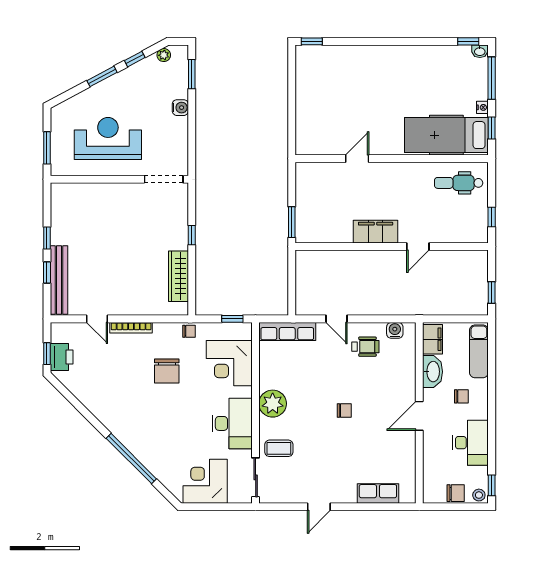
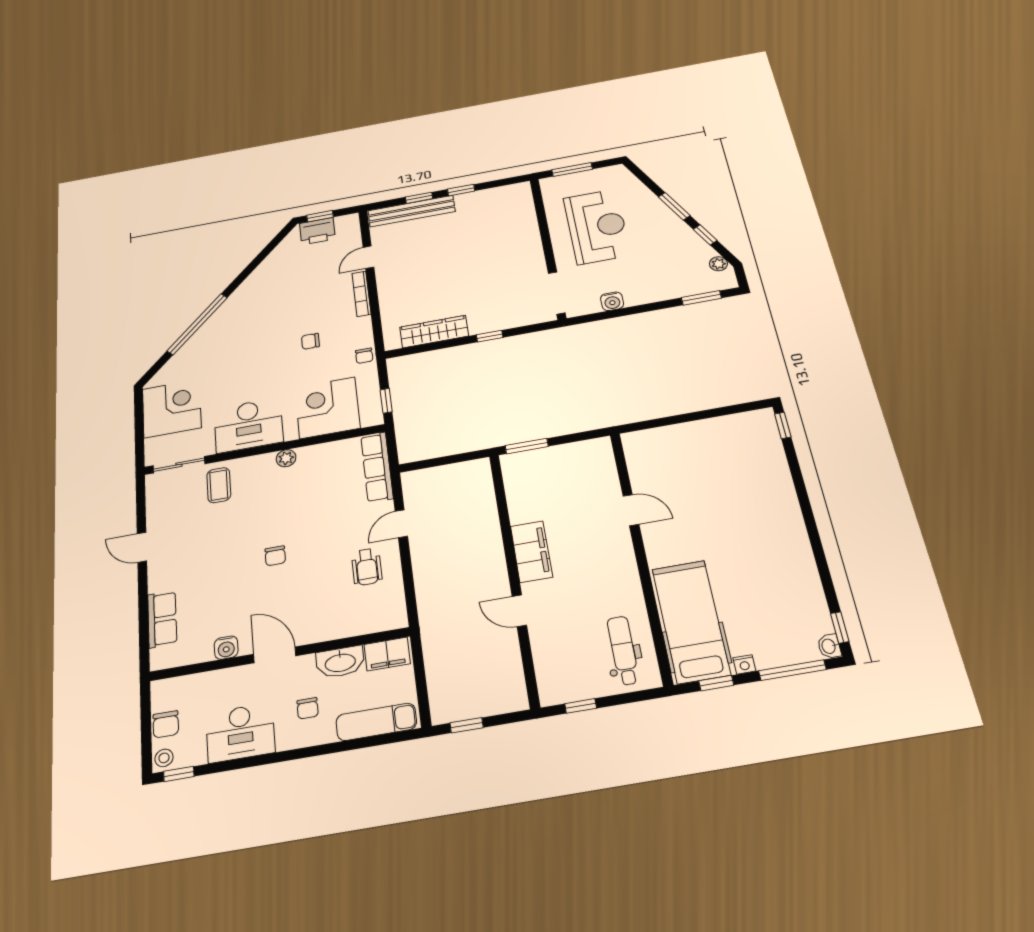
water cooler: (180, 108) -> (612, 301), moved
water cooler: (395, 330) -> (226, 648), moved, turned 90
chair: (167, 371) -> (310, 341), width x0.54, depth x0.54
plant: (273, 404) -> (286, 458), width x0.53, depth x0.53

